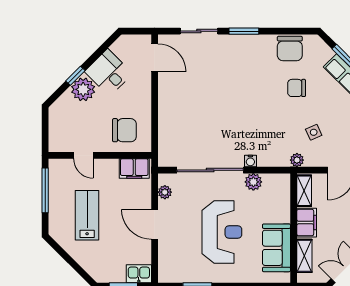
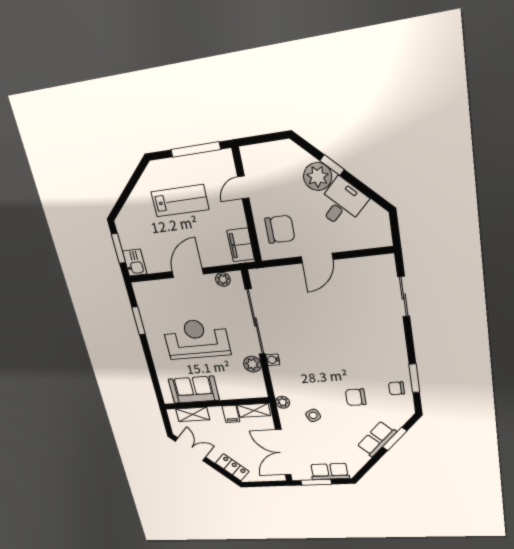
window: (244, 31) -> (414, 378), moved
chair: (290, 49) -> (397, 388), width x0.54, depth x0.54
door: (155, 58) -> (317, 258), moved
chair: (297, 88) -> (356, 397), turned -90
chair: (124, 130) -> (280, 229), turned -90
filing cabinet: (307, 223) -> (231, 414), width x0.50
reception desk: (222, 232) -> (196, 339), turned 180

